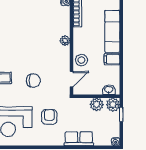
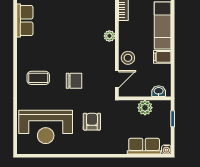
plant: (113, 105) -> (163, 108), removed
row of seats: (79, 139) -> (144, 146), moved

